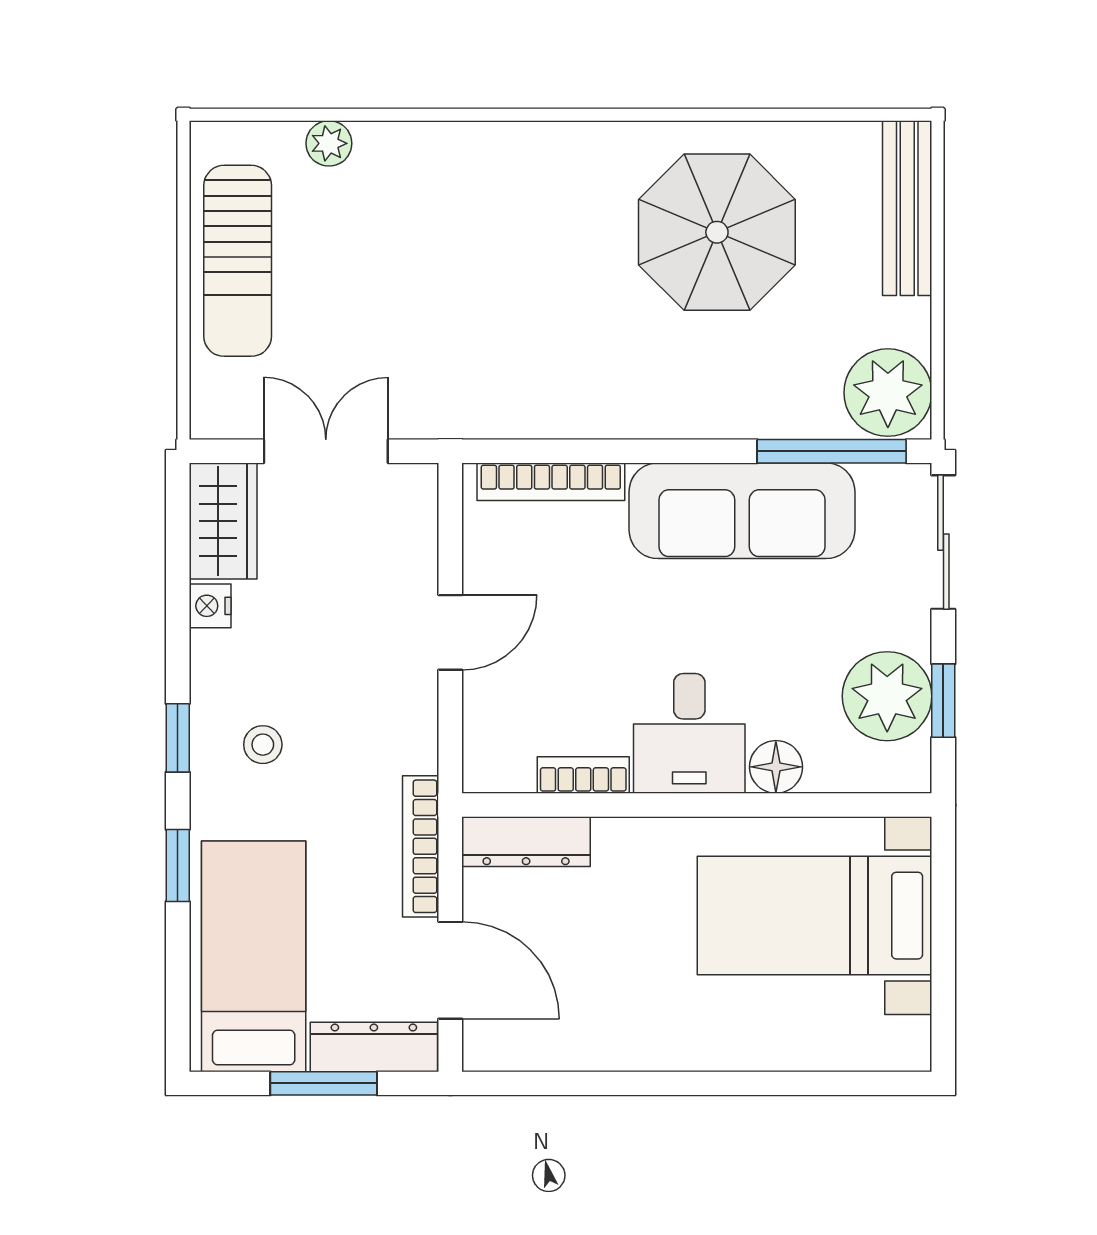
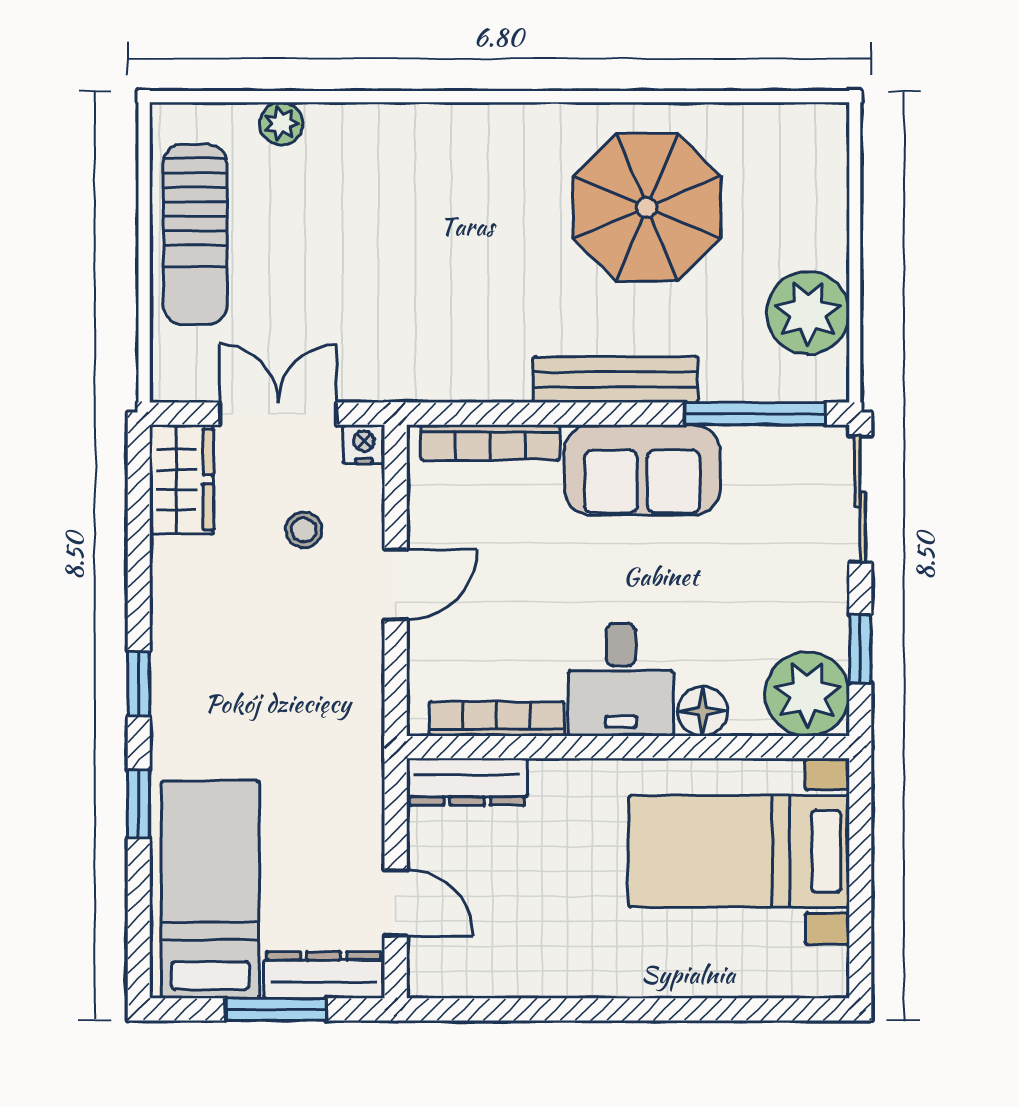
bench: (907, 208) -> (615, 380), moved, turned 90
plant: (888, 393) -> (808, 313), moved
sofa: (742, 511) -> (642, 470), width x0.73
nightstand: (210, 606) -> (364, 444), moved, turned 90
plant: (887, 696) -> (807, 694), moved
stool: (263, 745) -> (304, 530), moved
bookcase: (583, 775) -> (497, 719), width x1.56
bookcase: (421, 846) -> (368, 786), removed
door: (450, 970) -> (396, 903), width x0.73

